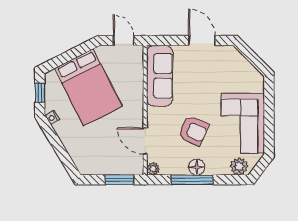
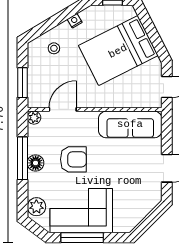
nightstand: (52, 118) -> (75, 21), moved
window: (269, 122) -> (82, 238), added
armchair: (193, 131) -> (73, 159), turned -114
stool: (86, 149) -> (54, 48), added

